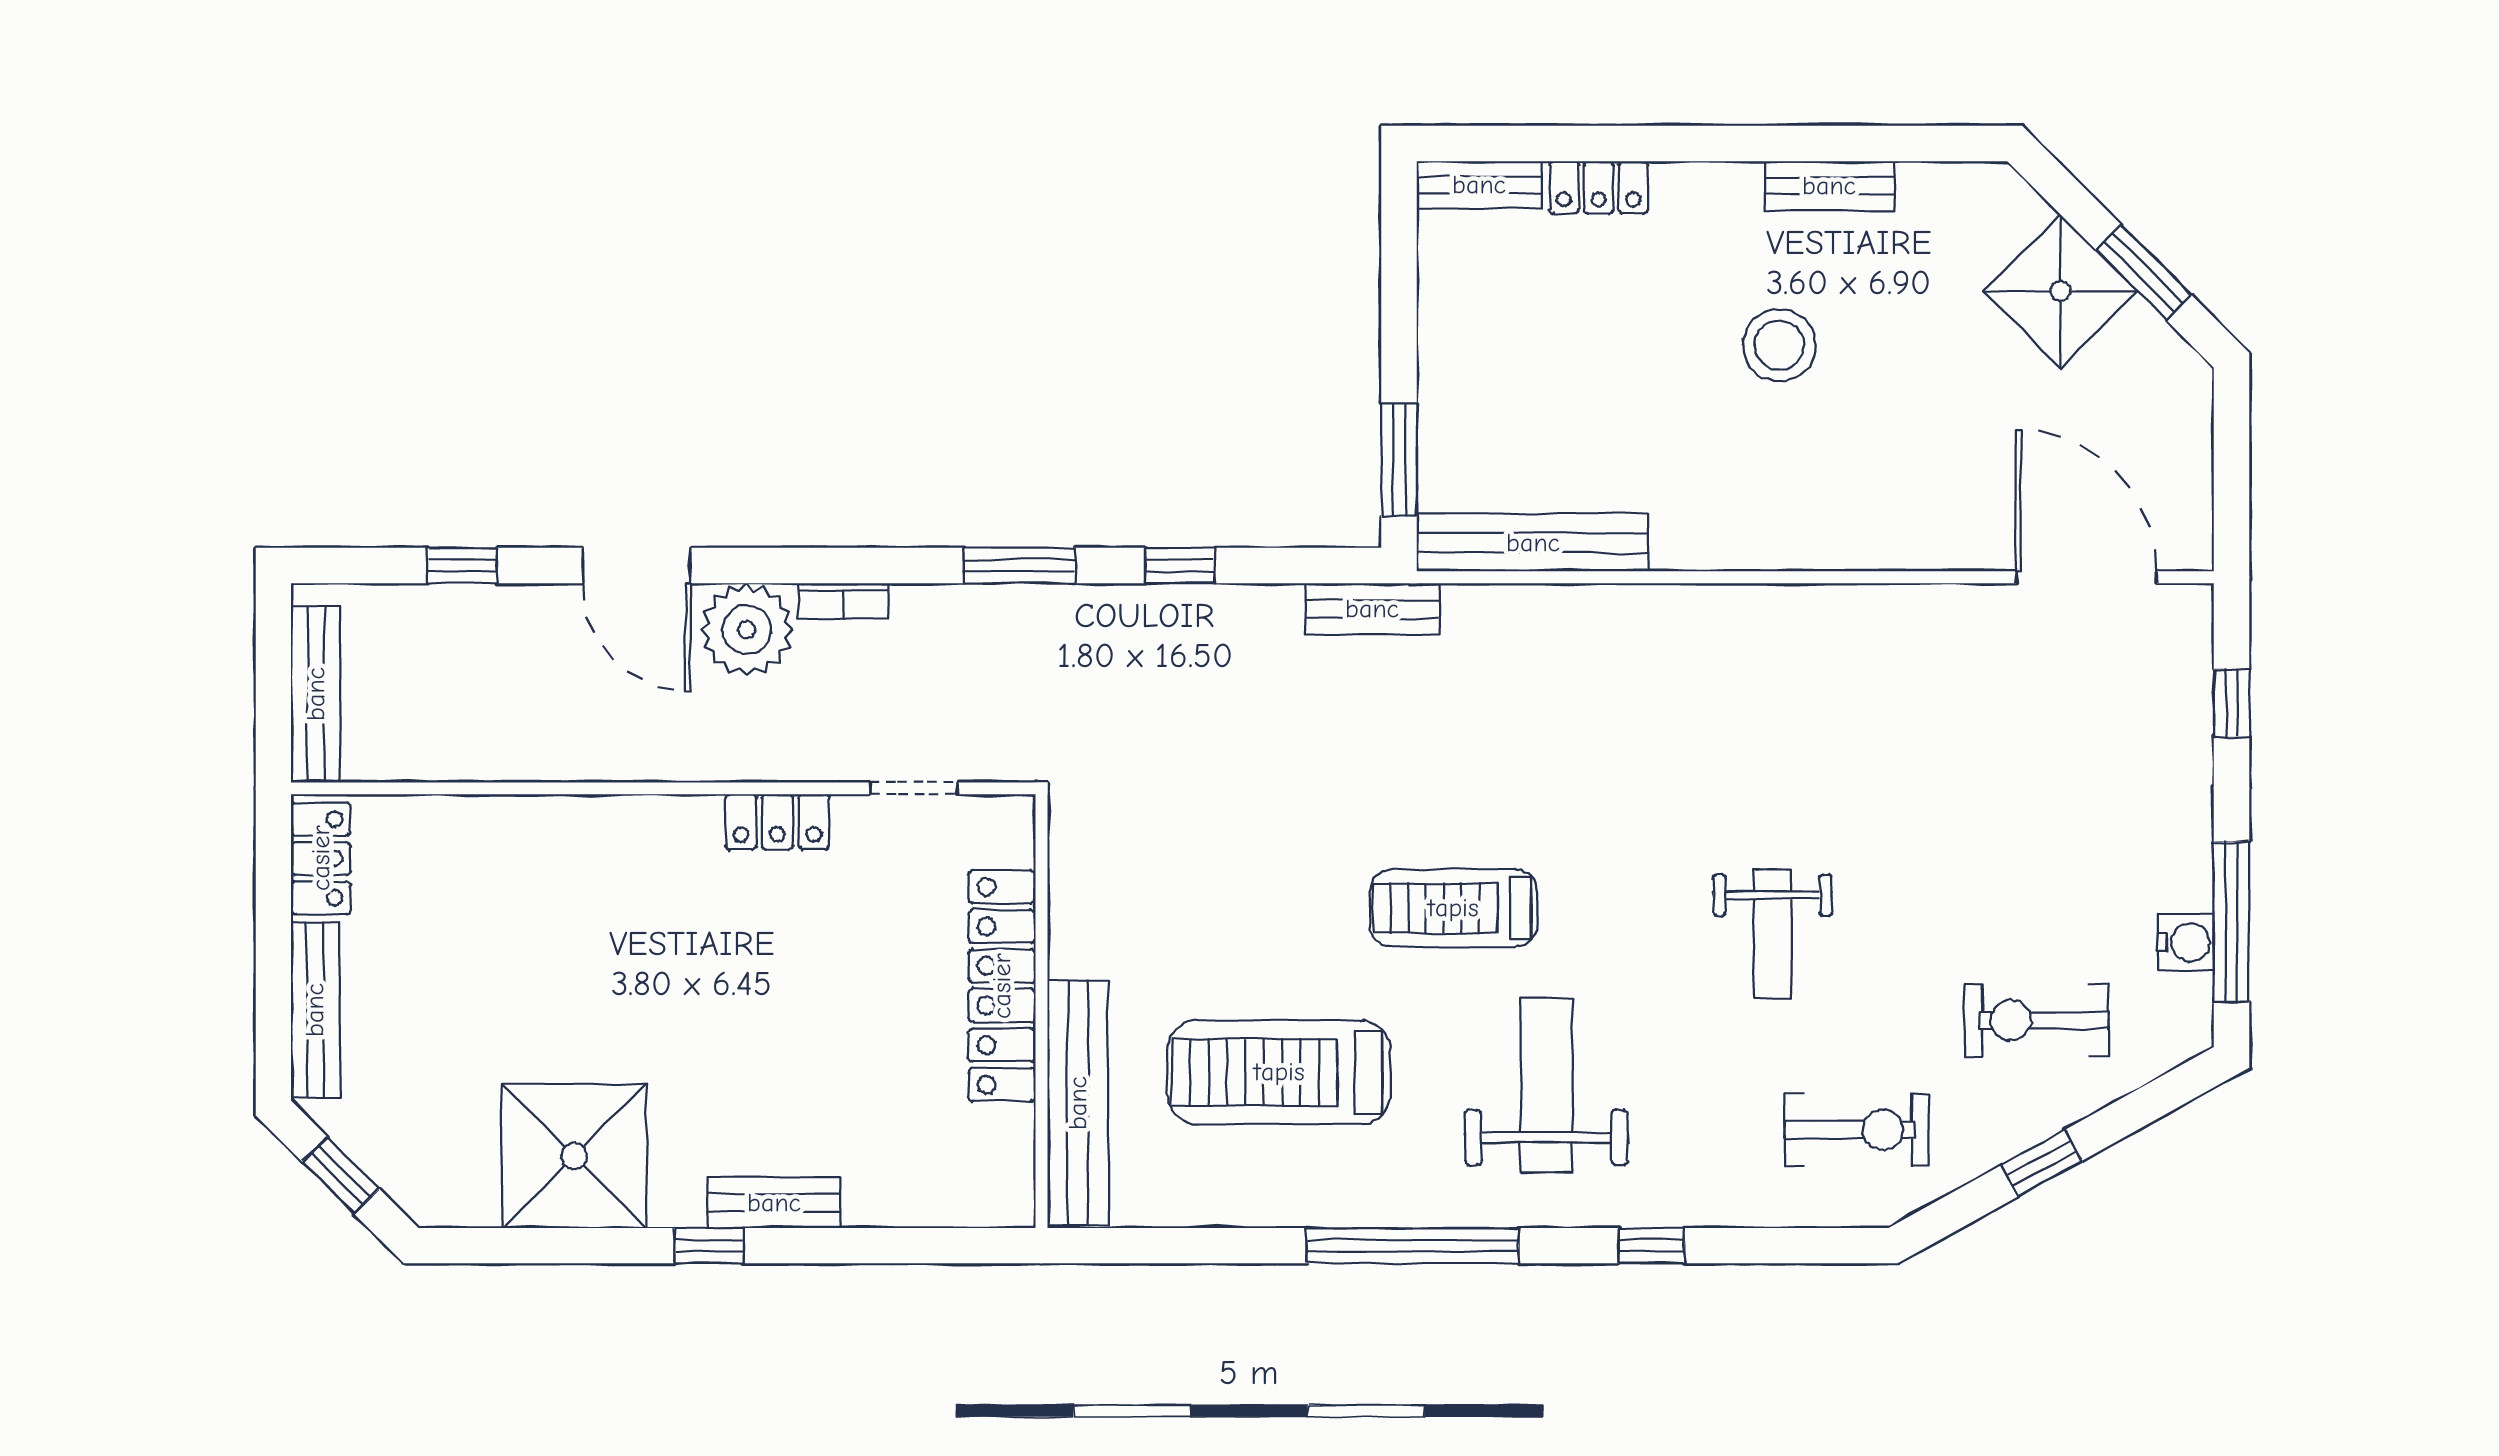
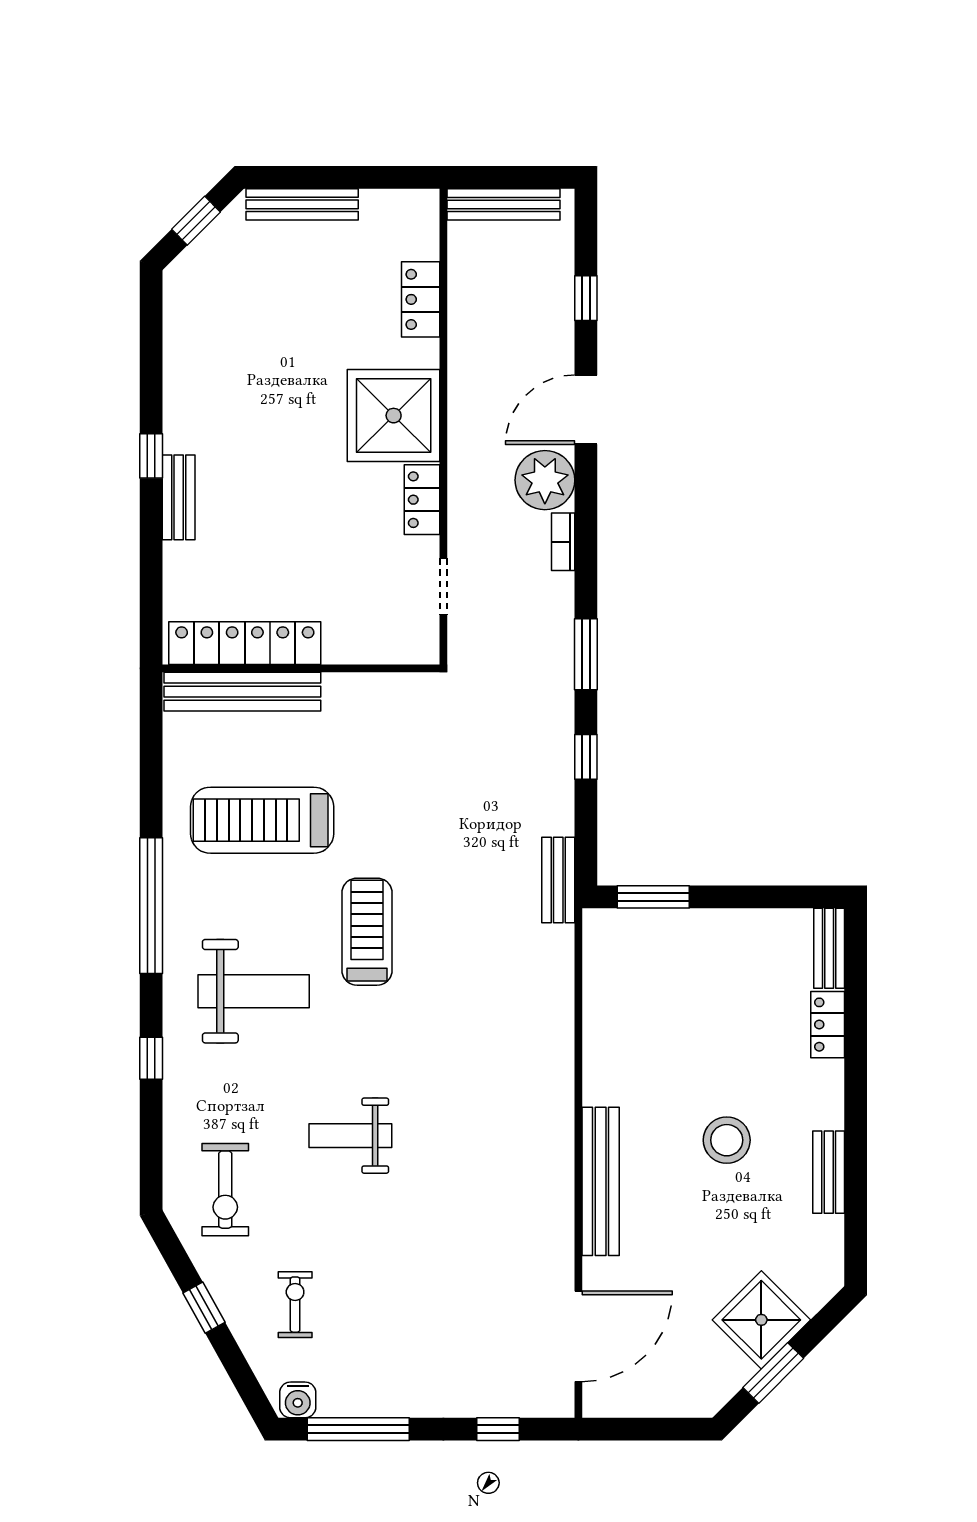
bench: (1533, 543) -> (601, 1181), moved
locker: (321, 858) -> (421, 299), moved, turned 90
water cooler: (2186, 942) -> (298, 1400), moved
locker: (1002, 986) -> (245, 643), moved
exercise bike: (2037, 1021) -> (295, 1305), width x0.73, depth x0.72
treadmill: (1279, 1072) -> (262, 820), turned -90
shower: (574, 1156) -> (394, 416), moved

